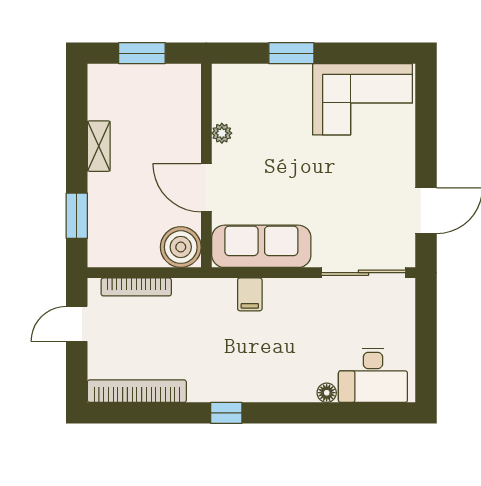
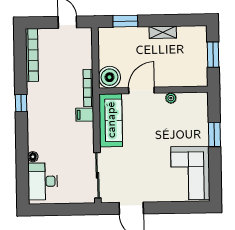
bookcase: (136, 287) -> (88, 88), moved

